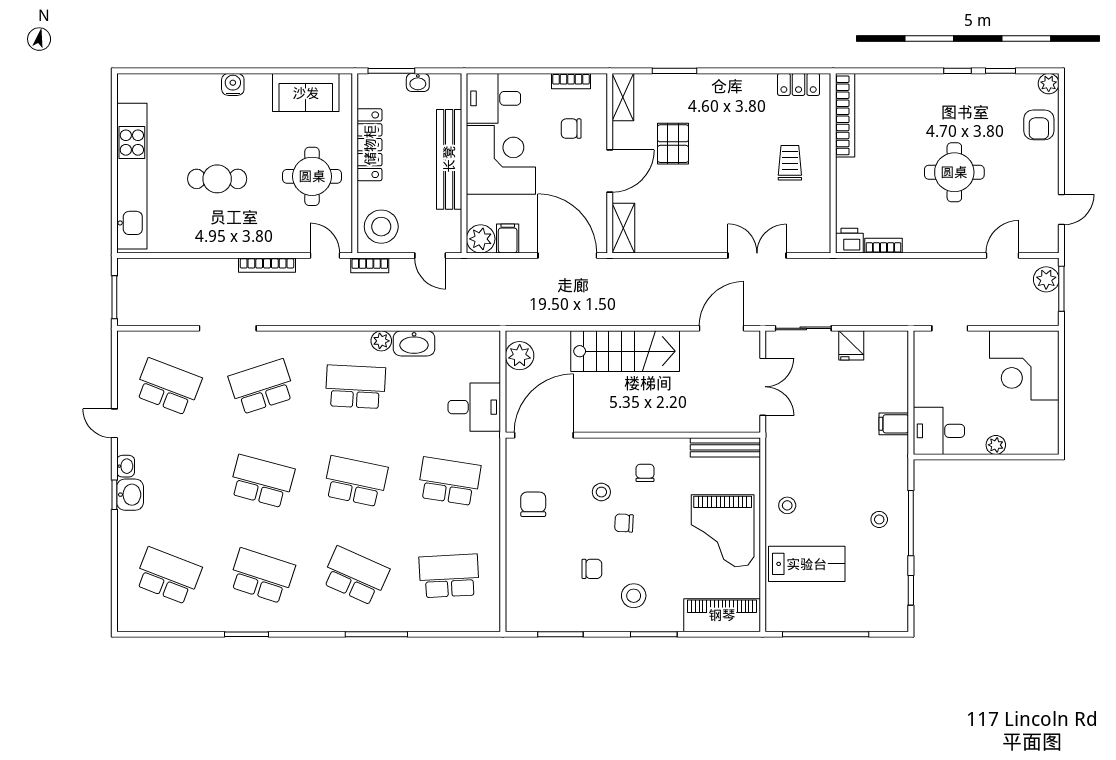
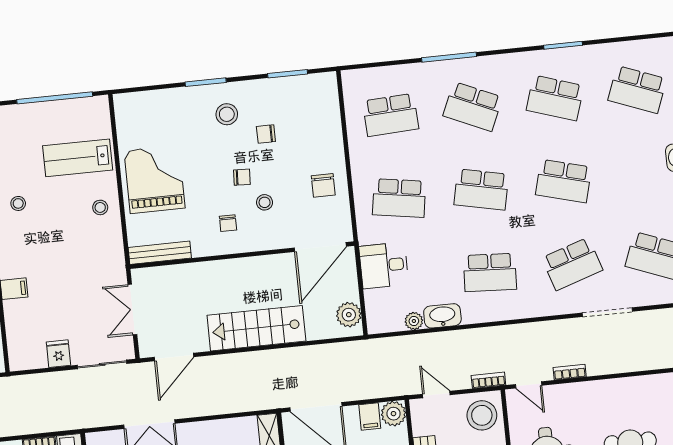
bookcase: (267, 265) -> (570, 372), width x0.64
plant: (381, 341) -> (414, 321), moved
piano: (722, 615) -> (147, 105), removed

